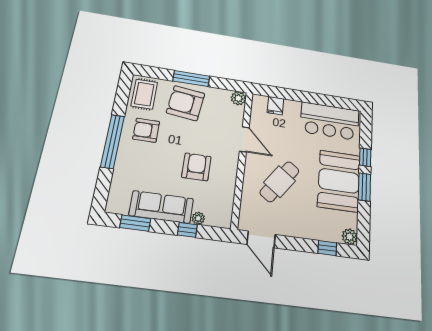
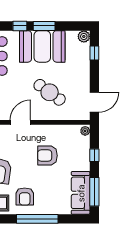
sofa: (161, 207) -> (81, 193), moved
plant: (198, 218) -> (85, 131), moved
window: (135, 223) -> (94, 192), width x1.44

